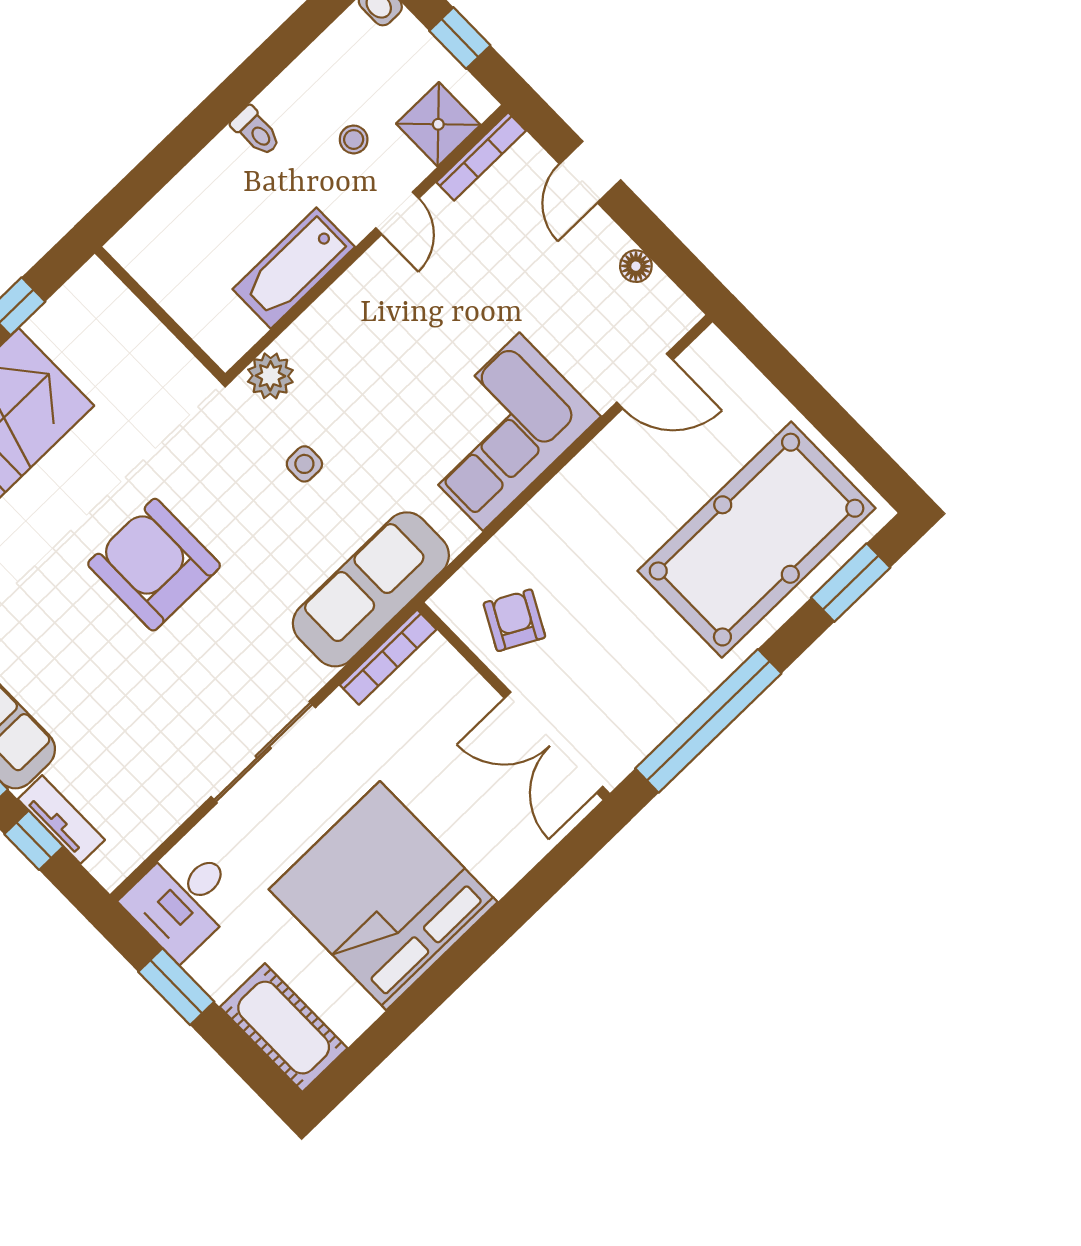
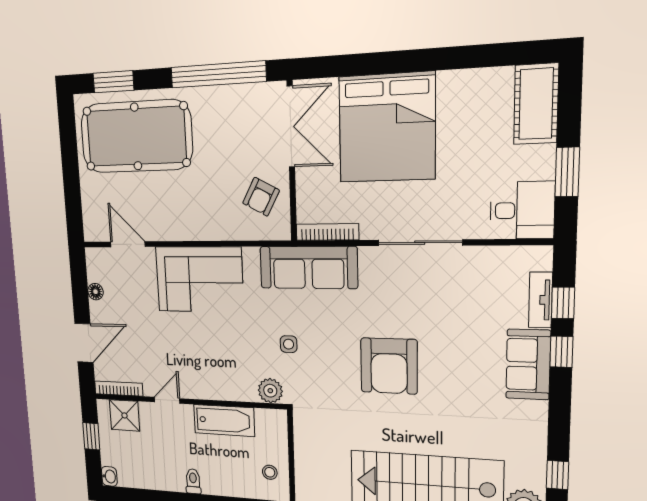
stool: (354, 139) -> (270, 472), moved
door: (590, 172) -> (84, 343), width x1.38
bed: (383, 896) -> (387, 128), moved

